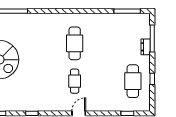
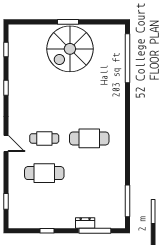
cafe table: (133, 81) -> (44, 173), moved

